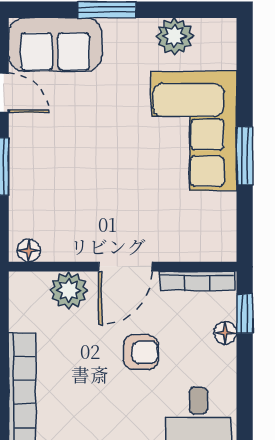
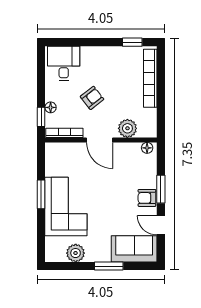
armchair: (29, 149) -> (147, 198), added
door: (125, 267) -> (100, 140), swing flipped
armchair: (141, 352) -> (92, 98), turned 142

